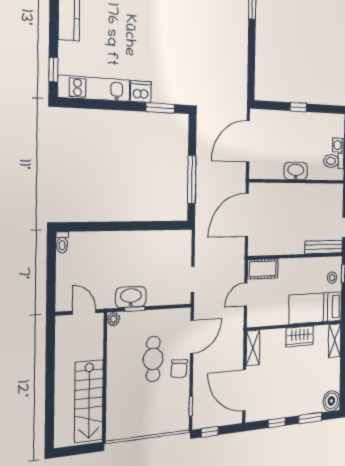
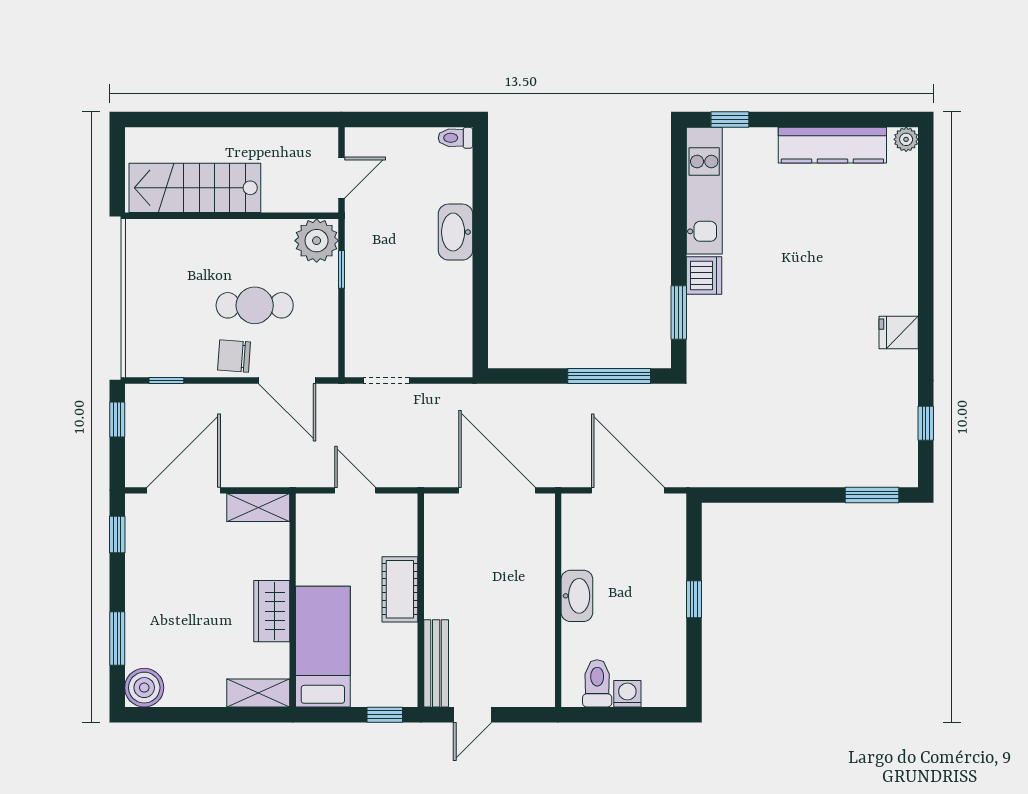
window: (192, 180) -> (609, 376), moved
cot: (263, 269) -> (400, 589), moved
stool: (332, 278) -> (378, 684), removed
washbasin: (131, 297) -> (455, 232), moved, turned 180
plant: (114, 319) -> (317, 241), width x1.88, depth x1.88
window: (277, 423) -> (117, 535), moved

